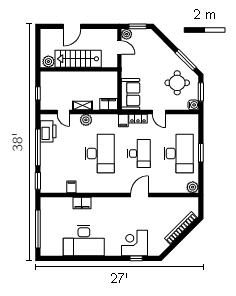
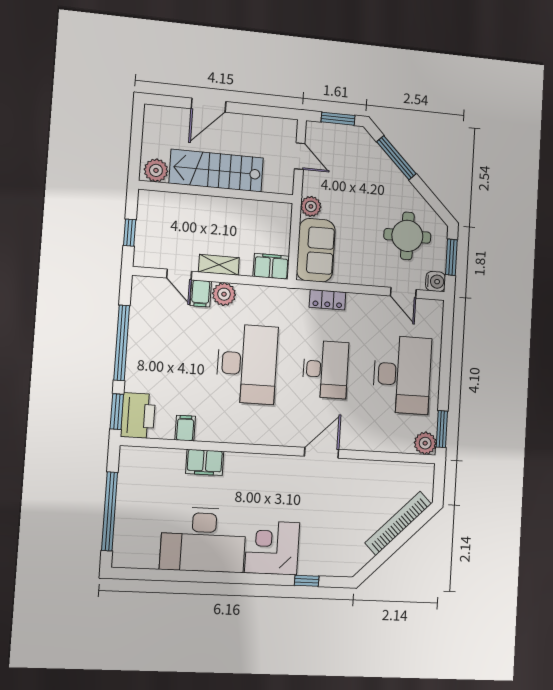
plant: (127, 34) -> (311, 206), moved
window: (186, 60) -> (396, 158), moved
door: (159, 112) -> (403, 293), moved
filing cabinet: (123, 120) -> (201, 293), moved
printer: (48, 131) -> (138, 416), moved
window: (201, 153) -> (442, 429), moved
corner desk: (134, 243) -> (272, 548), moved

